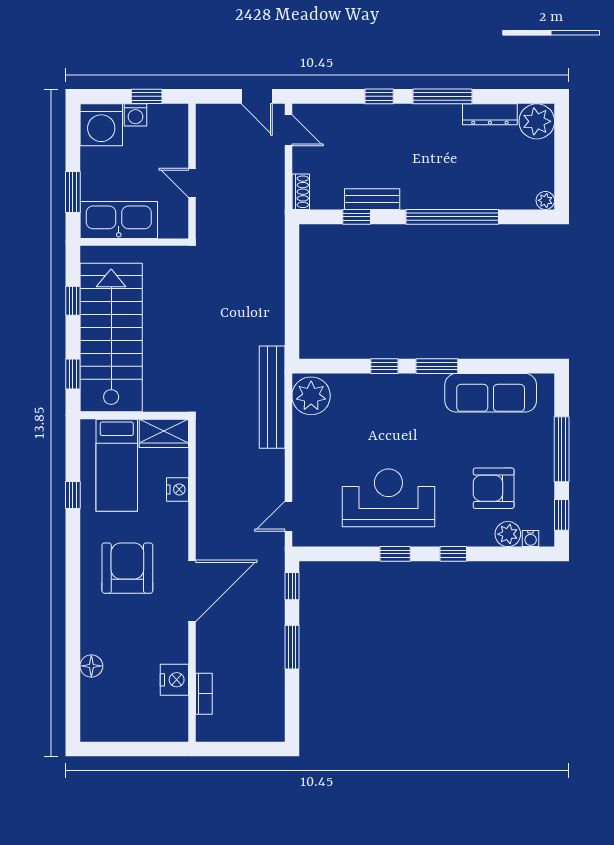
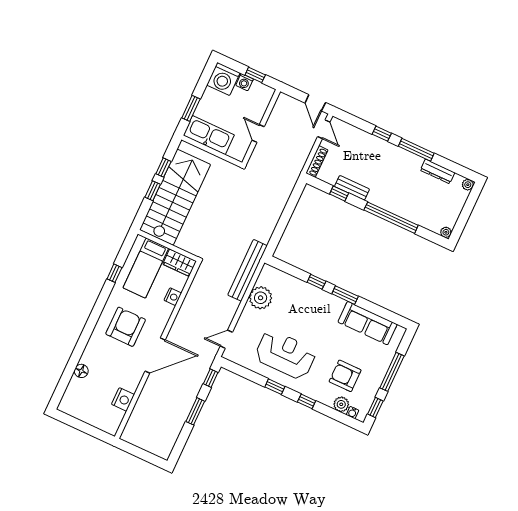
plant: (537, 121) -> (468, 185), width x0.53, depth x0.53
shoe rack: (301, 192) -> (317, 162), width x1.43
window: (73, 374) -> (153, 191), moved
plant: (311, 396) -> (261, 298), moved
bookcase: (204, 694) -> (135, 415), removed

